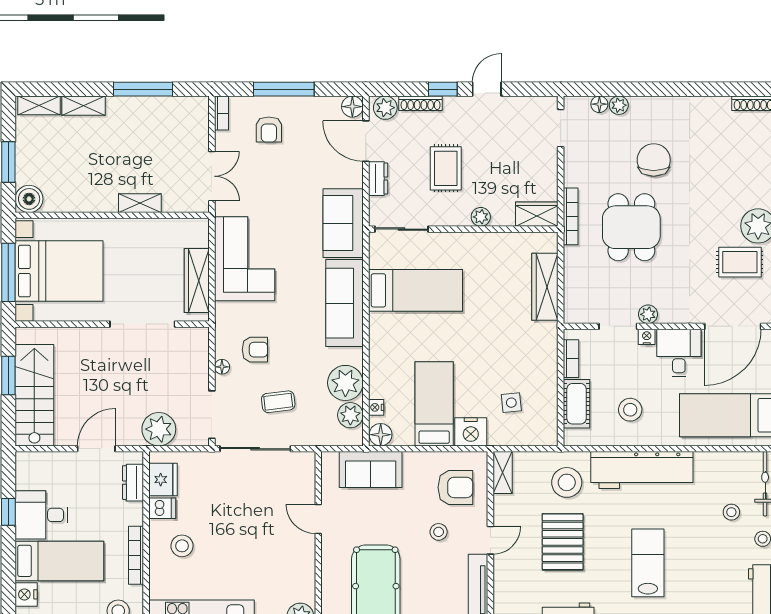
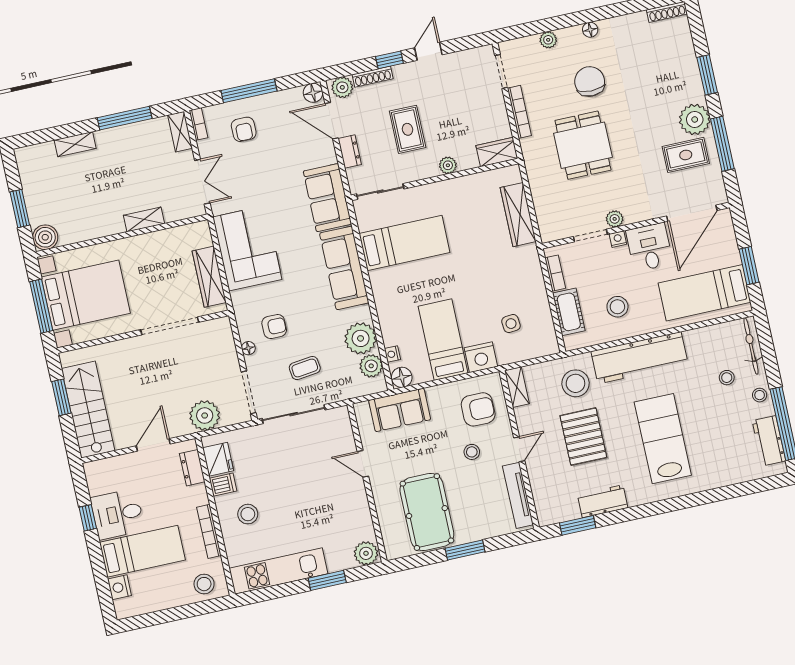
floor lamp: (599, 104) -> (590, 30), moved
shelving: (39, 105) -> (180, 132), moved, turned 90
bookcase: (571, 216) -> (519, 112), moved
lab bench: (648, 563) -> (663, 439), width x1.36, depth x1.39

